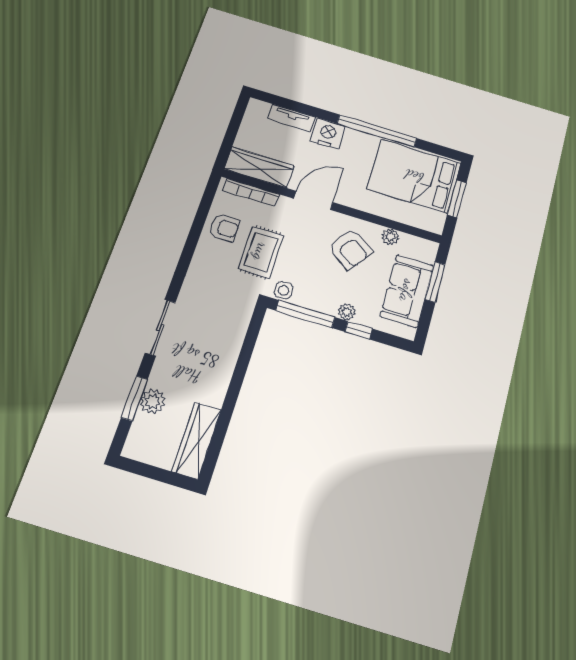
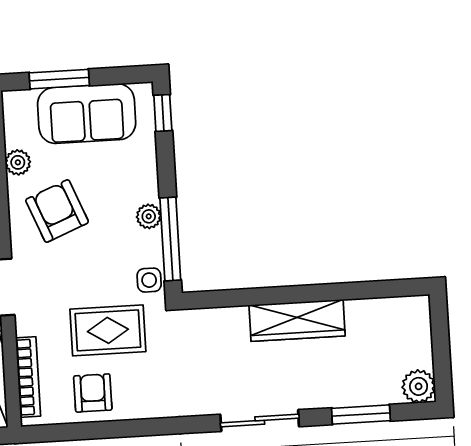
armchair: (350, 249) -> (57, 211), turned -57
plant: (347, 312) -> (149, 216), moved
window: (359, 330) -> (163, 113), moved
plant: (153, 401) -> (419, 386), moved
wardrobe: (197, 441) -> (297, 320), moved

